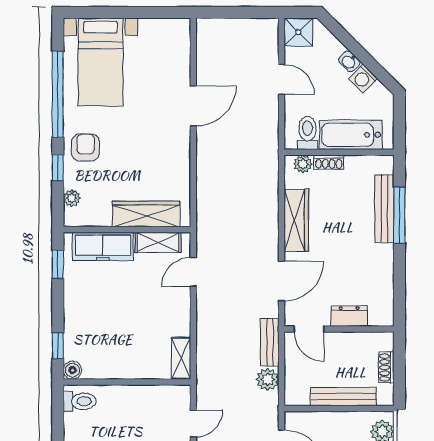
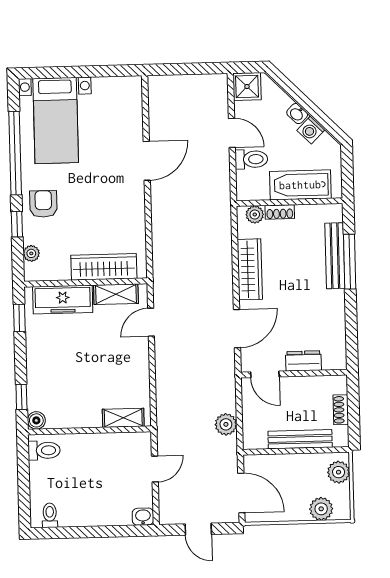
toilet: (307, 133) -> (251, 159), moved, turned 90
bench: (270, 342) -> (227, 388), removed
shelving: (181, 358) -> (123, 418), moved, turned 90

